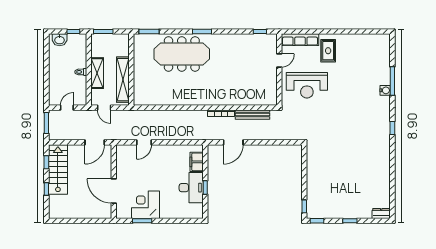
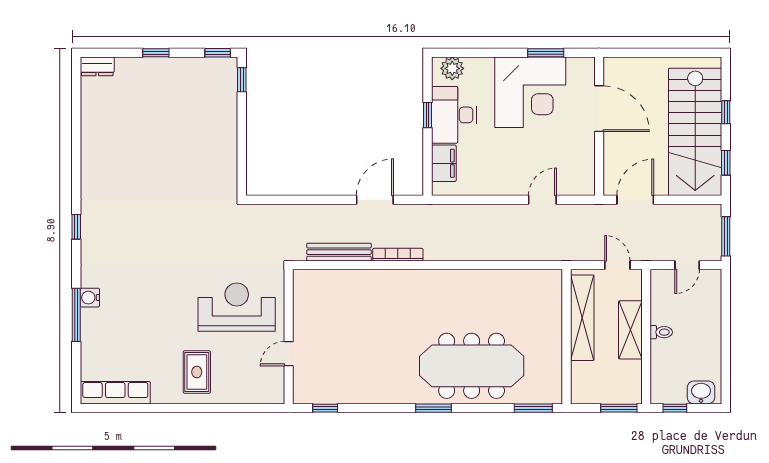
row of seats: (300, 40) -> (115, 393), moved
stairs: (58, 170) -> (695, 132), width x1.36, depth x1.51
corner desk: (146, 205) -> (530, 92), width x1.36, depth x1.36
plant: (192, 212) -> (452, 68), added

